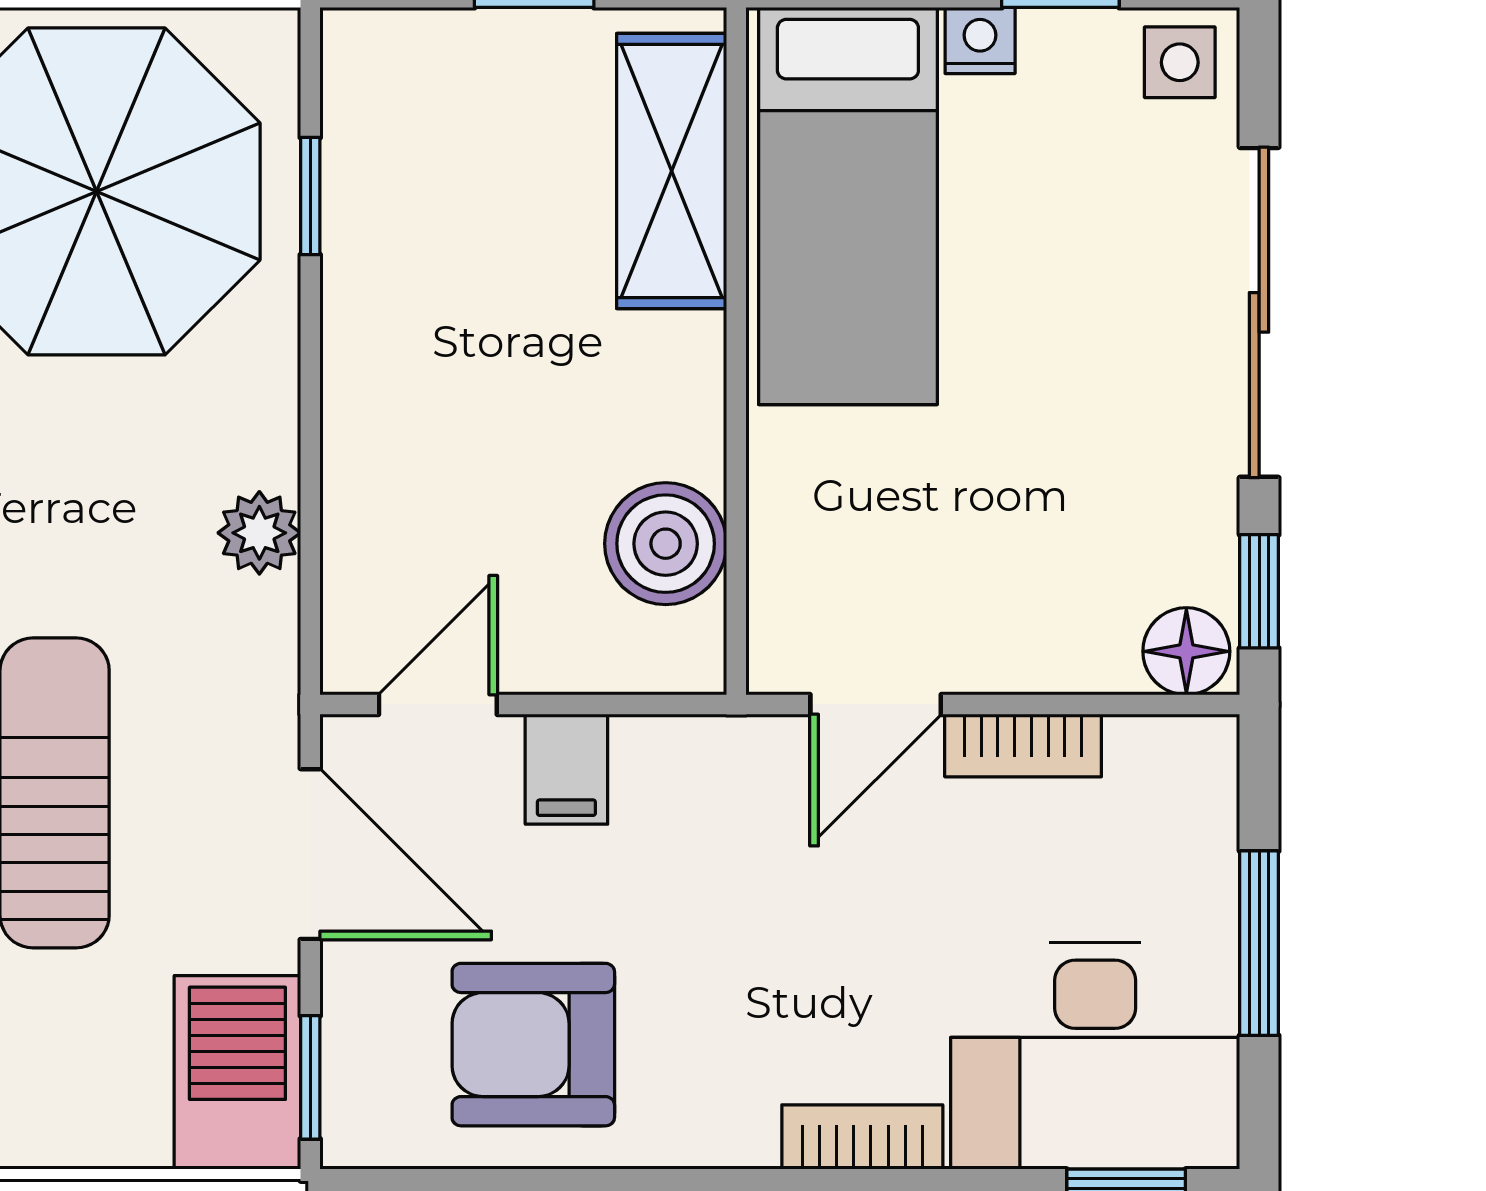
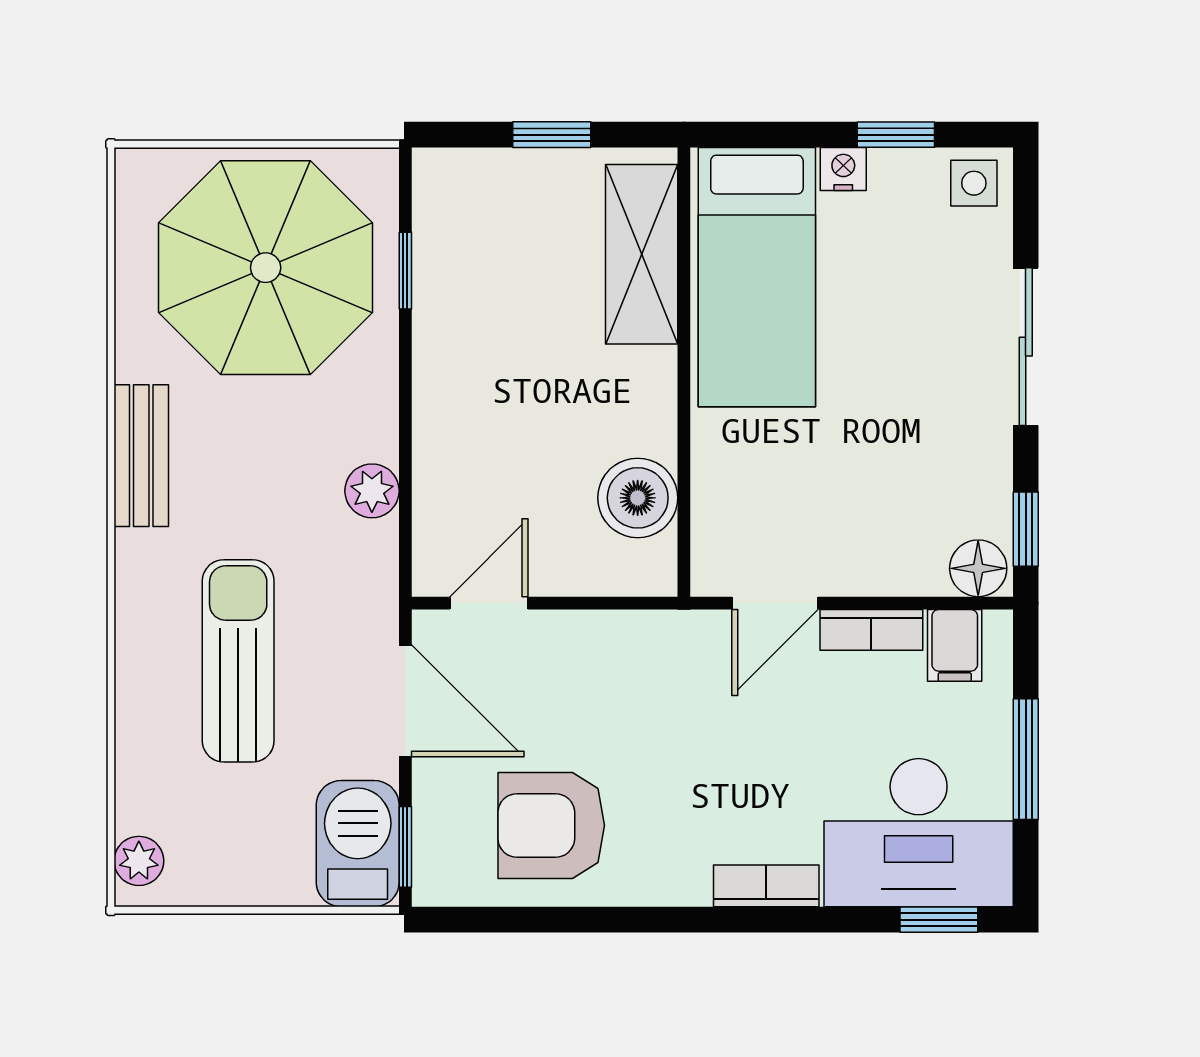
sliding door: (1259, 312) -> (1026, 347), width x0.73
filing cabinet: (566, 769) -> (955, 645), moved

